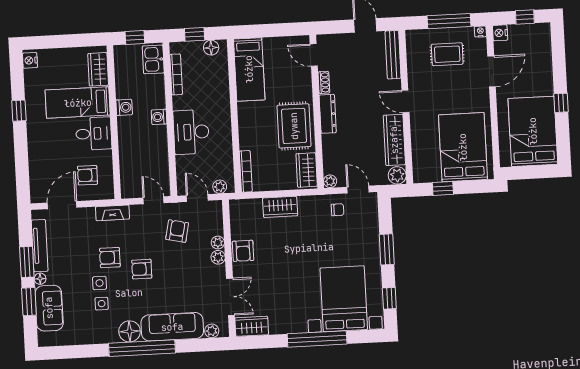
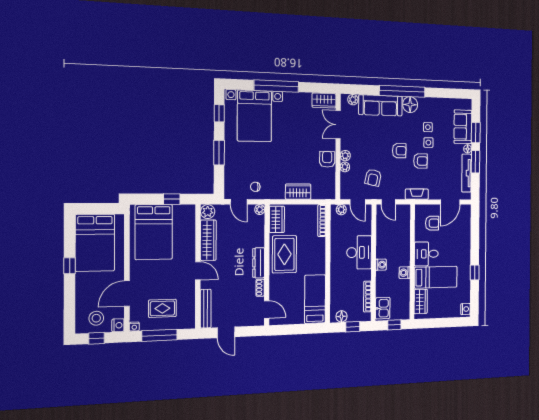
stool: (526, 41) -> (96, 318), added

